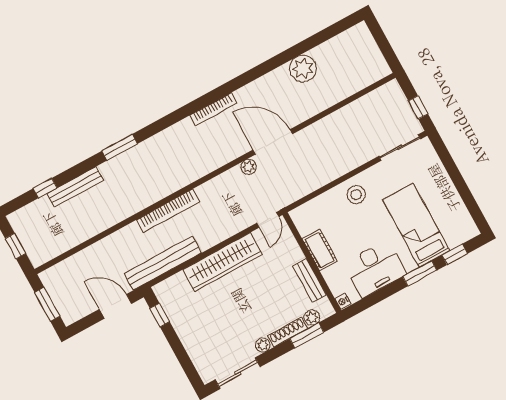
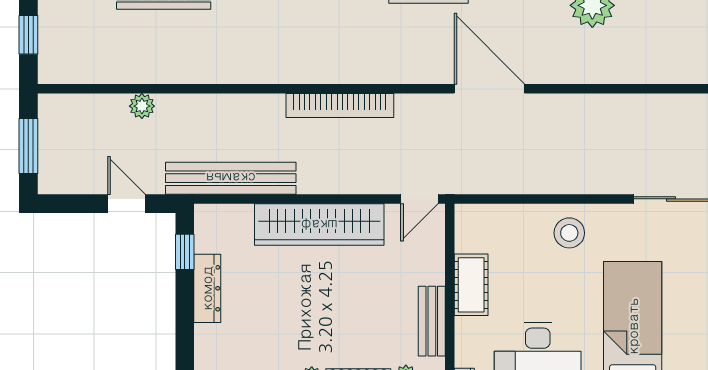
plant: (249, 167) -> (142, 106), moved
bookcase: (168, 211) -> (340, 105), moved
door: (115, 306) -> (126, 204), width x0.73
dresser: (182, 328) -> (207, 288), added

